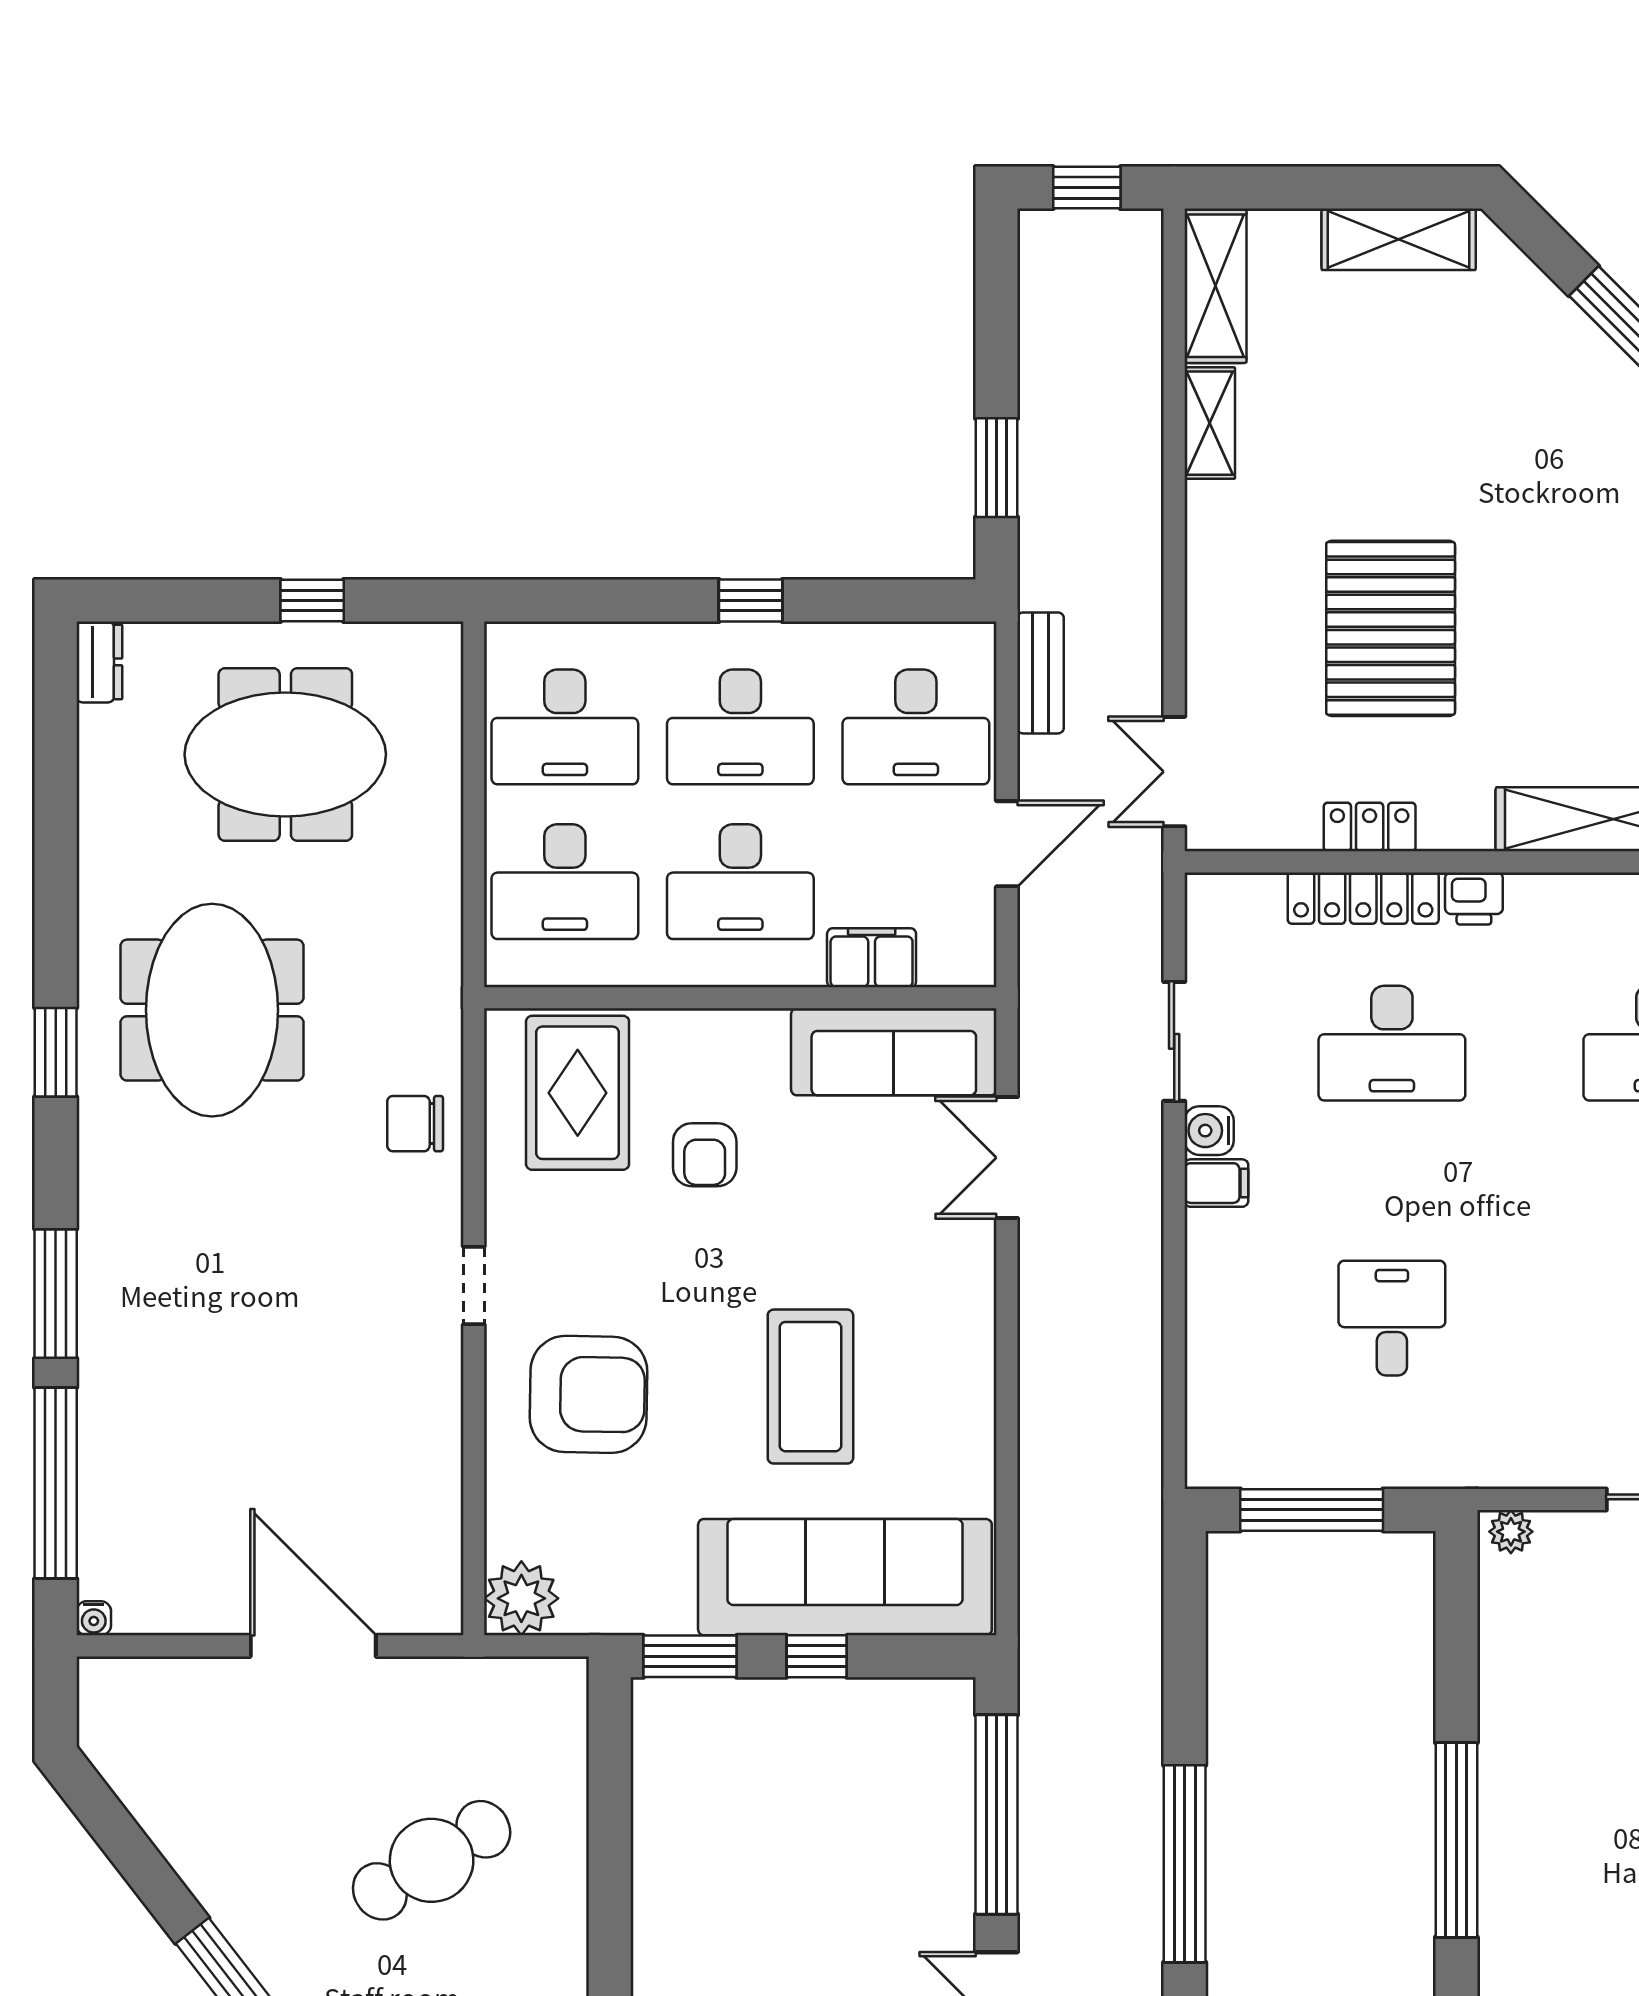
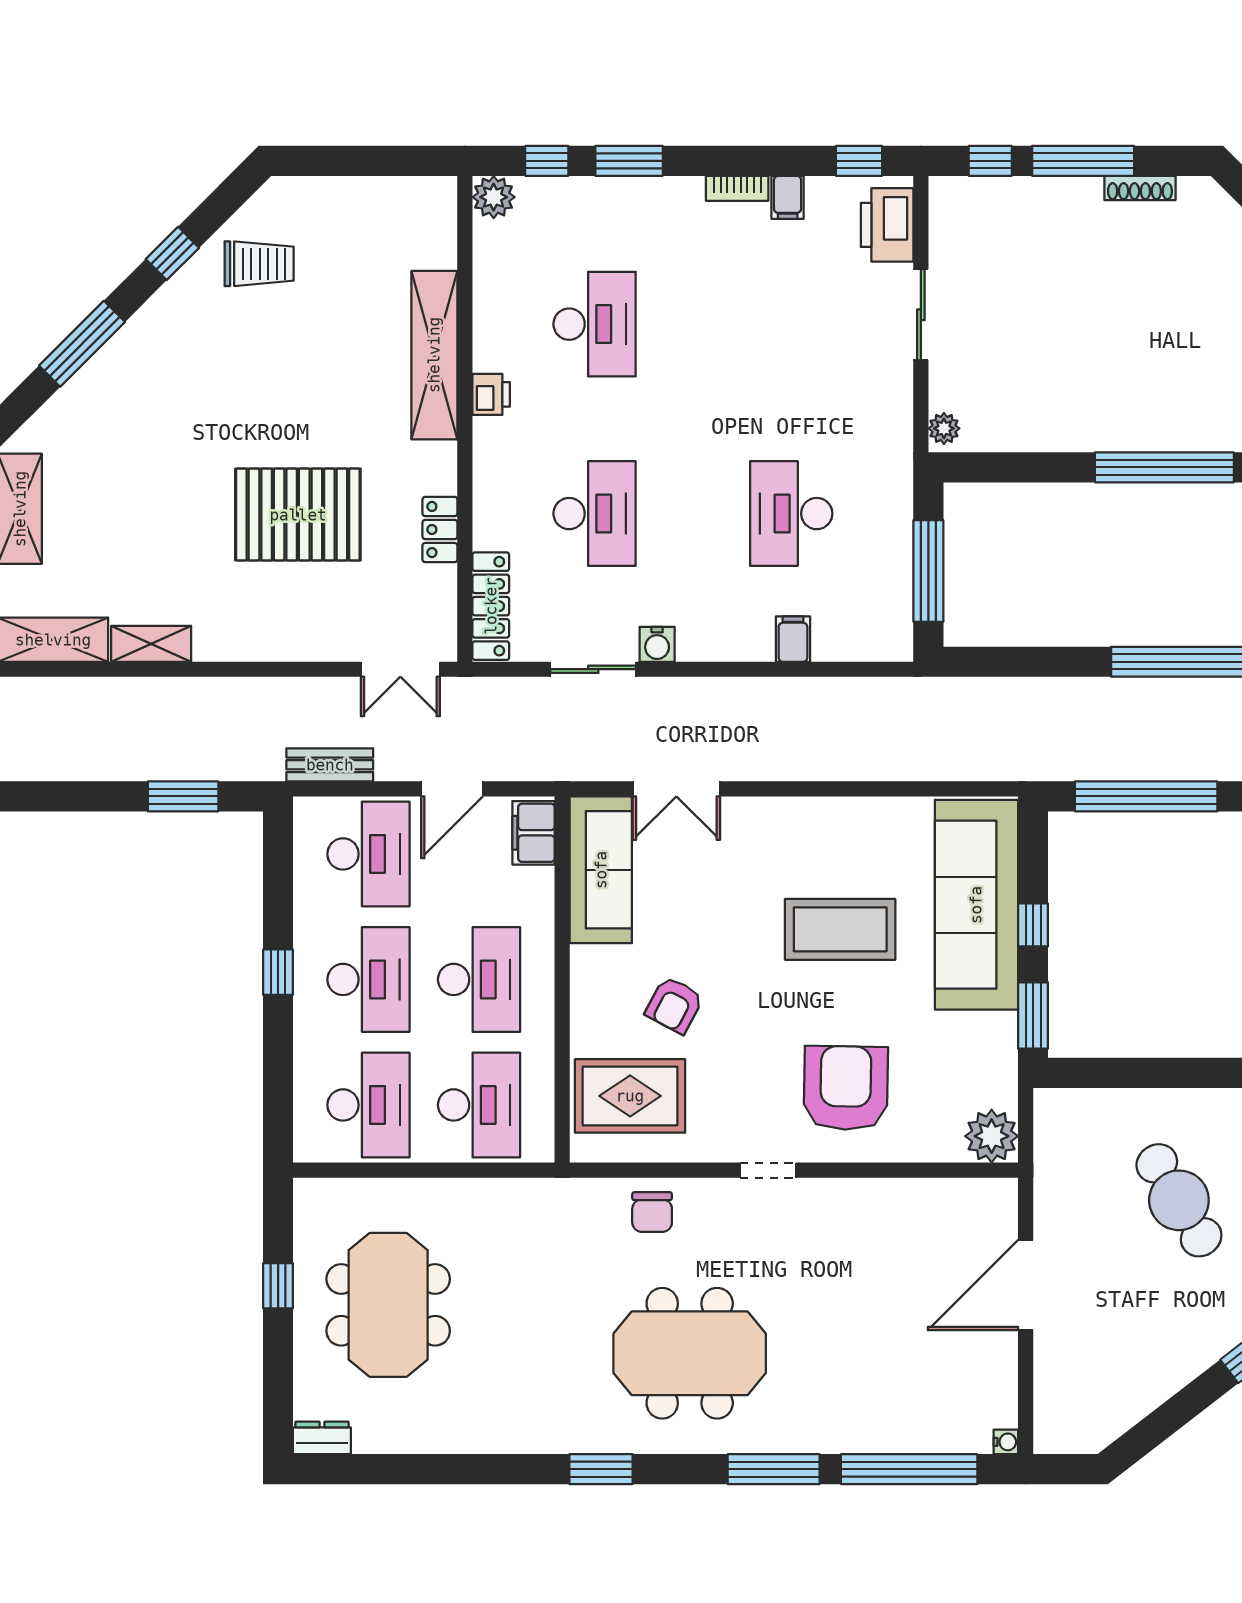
door: (1007, 844) -> (452, 789), swing flipped
locker: (1363, 898) -> (491, 606), moved
printer: (1474, 898) -> (491, 394), moved
filing cabinet: (872, 958) -> (533, 833), moved
meeting table: (212, 1010) -> (690, 1353), moved
armchair: (705, 1155) -> (674, 1005), turned 118
filing cabinet: (1216, 1183) -> (793, 639), moved
desk: (1392, 1318) -> (791, 514), width x1.37

